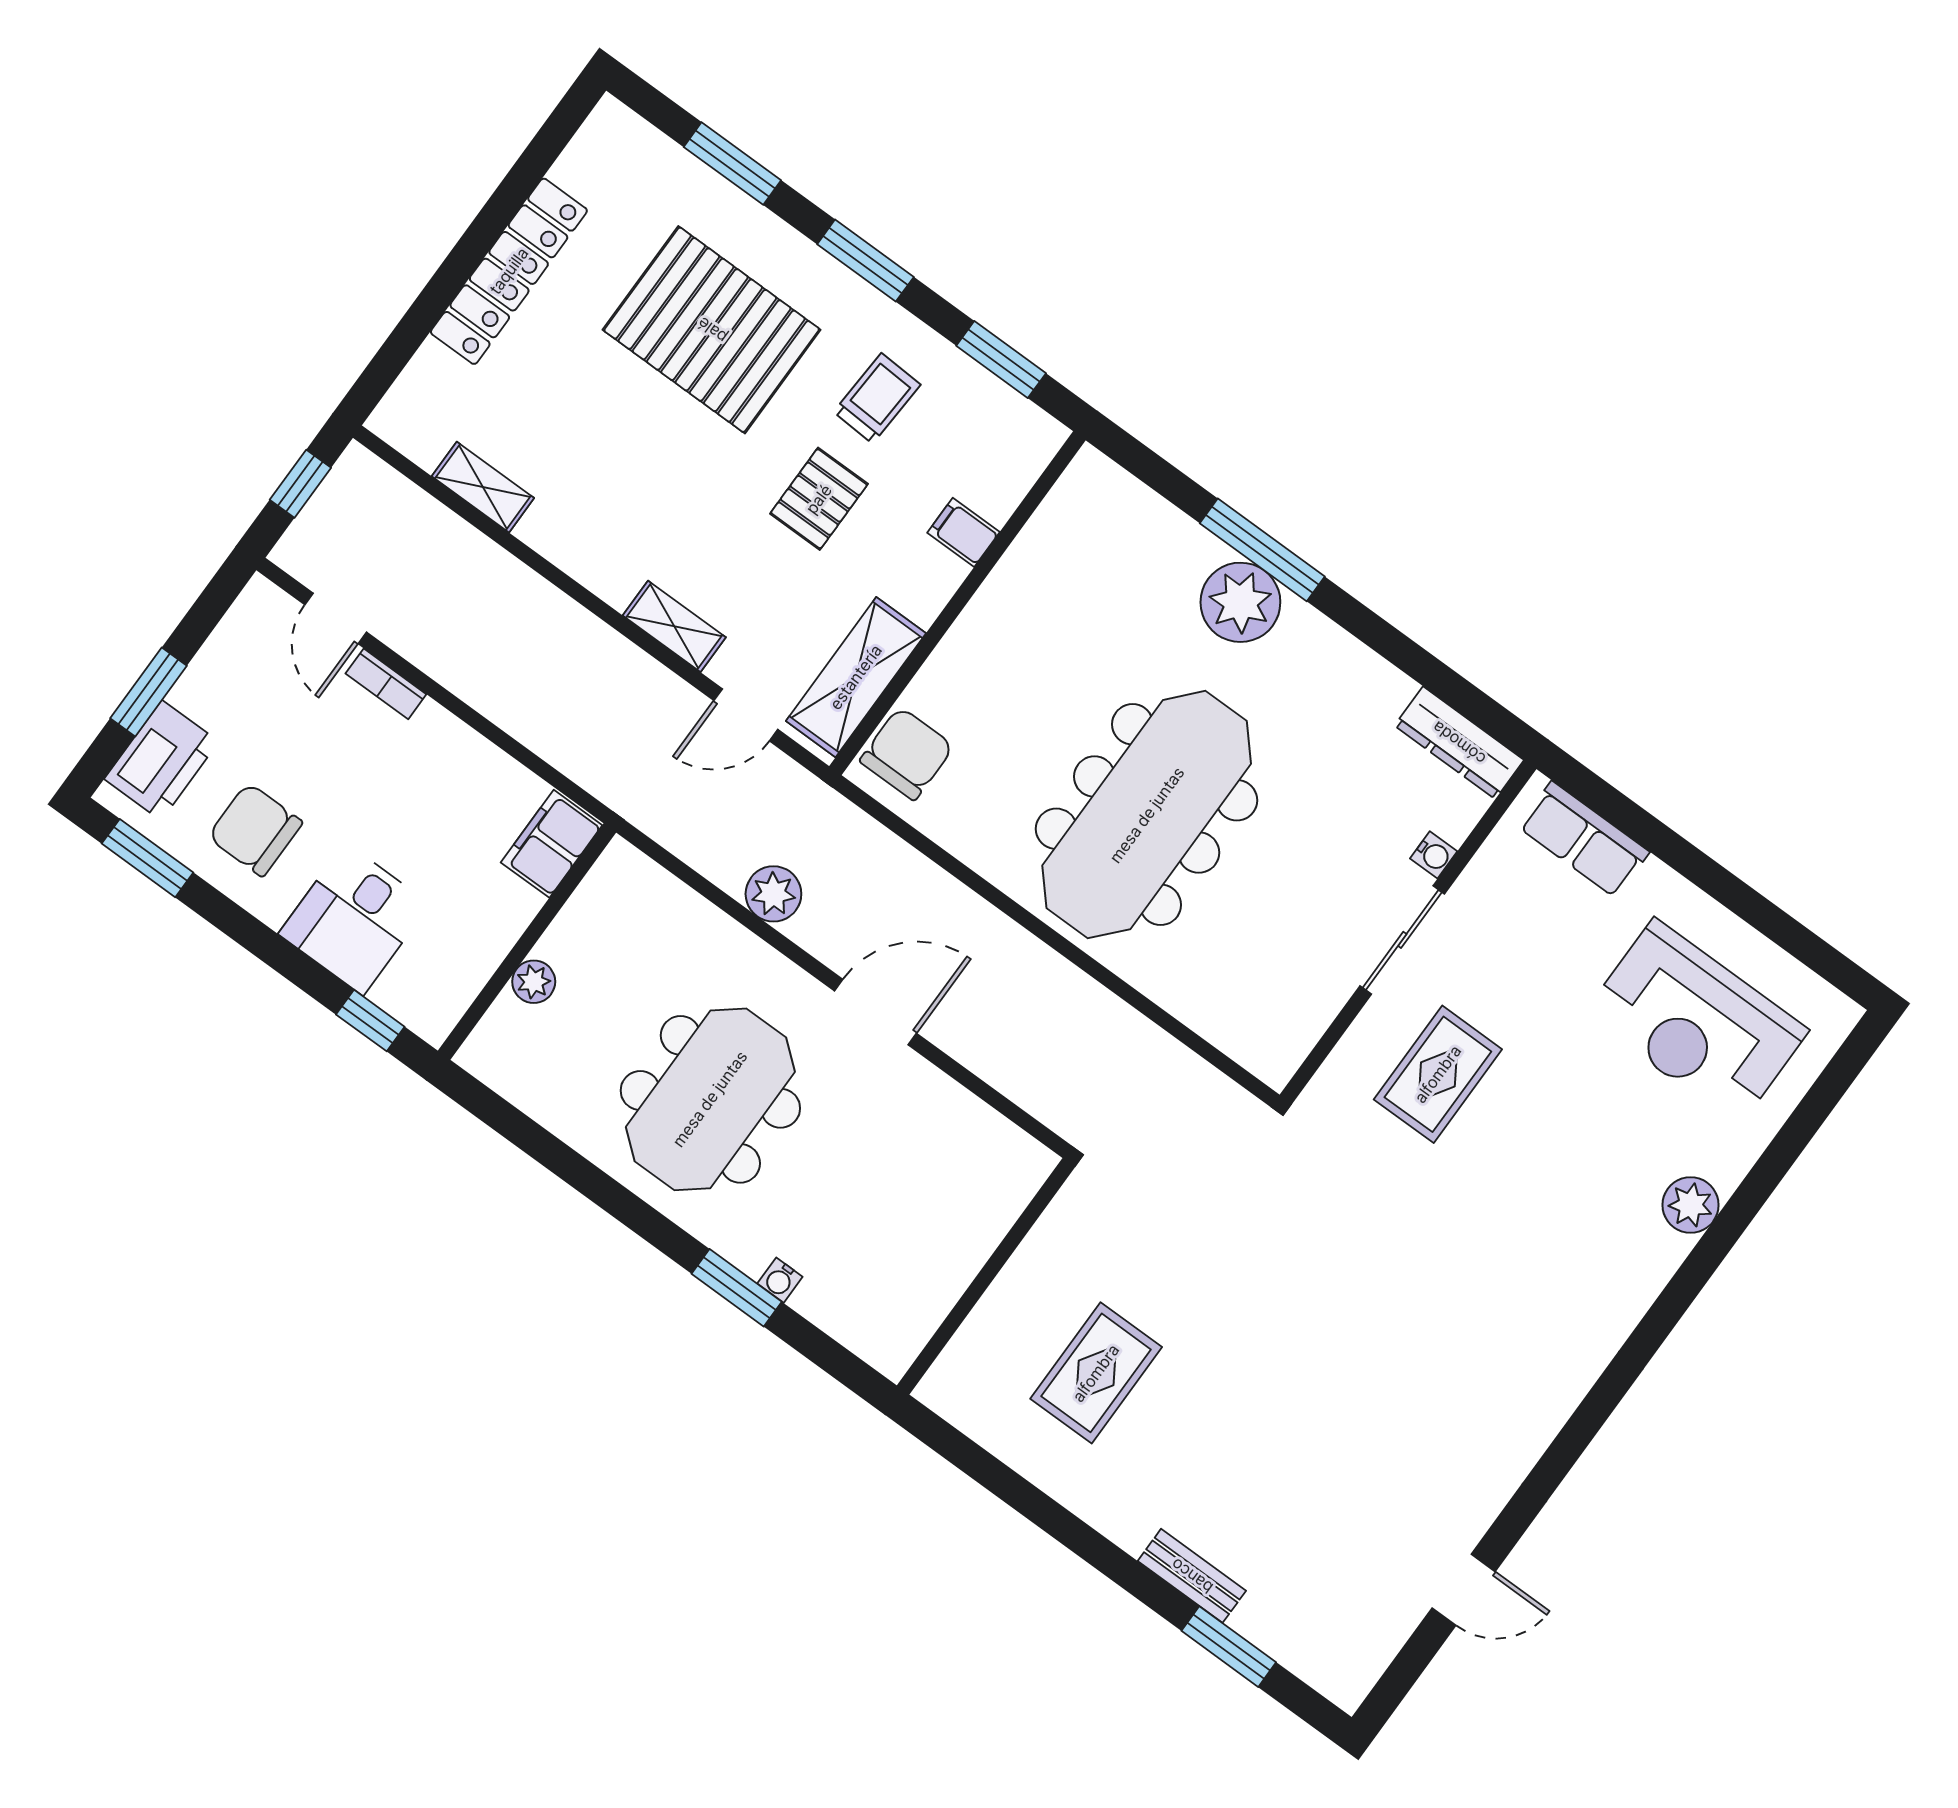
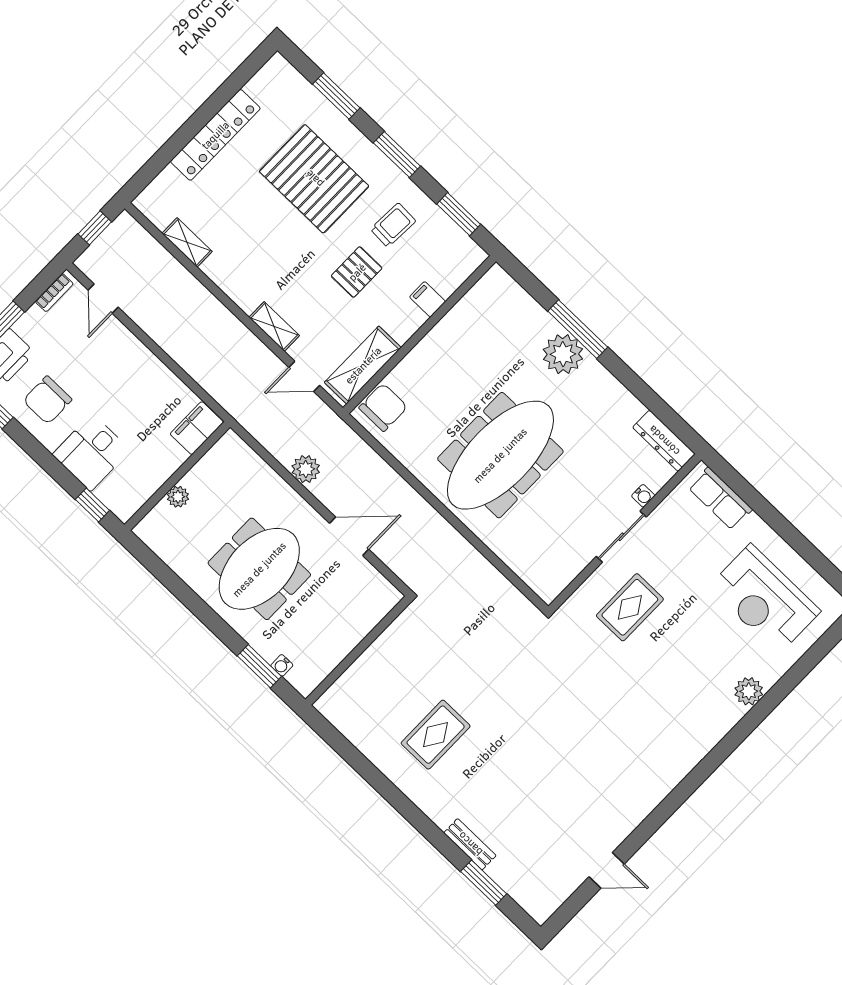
bookcase: (386, 684) -> (54, 293), moved, turned -90
chair: (255, 830) -> (47, 400), turned -90
wall: (986, 1276) -> (358, 651), moved

